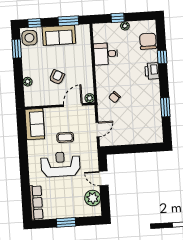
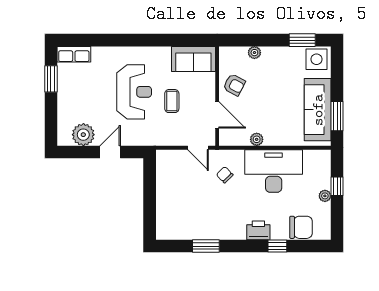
window: (35, 23) -> (337, 68), removed
sofa: (59, 35) -> (318, 110), width x1.36
desk: (106, 54) -> (274, 171), width x1.87, depth x1.30
armchair: (57, 77) -> (234, 85), moved
plant: (90, 98) -> (257, 139), moved
door: (98, 130) -> (198, 148), moved
row of seats: (36, 203) -> (74, 54), width x0.68
window: (66, 222) -> (51, 79), moved

